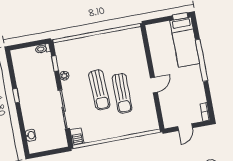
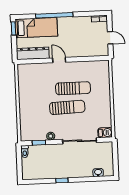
dresser: (155, 42) -> (33, 53), added
door: (154, 85) -> (59, 60), moved

